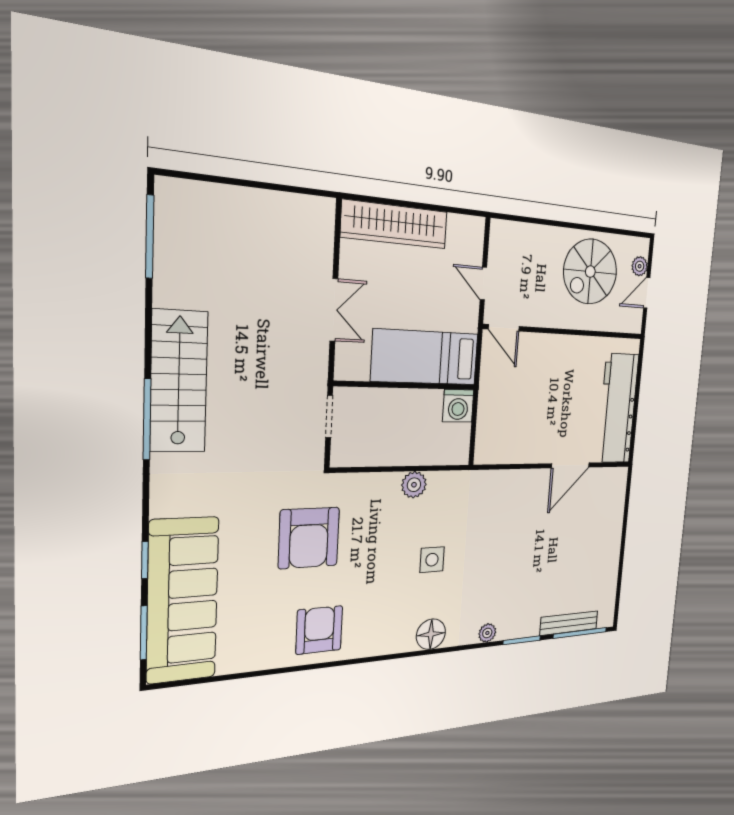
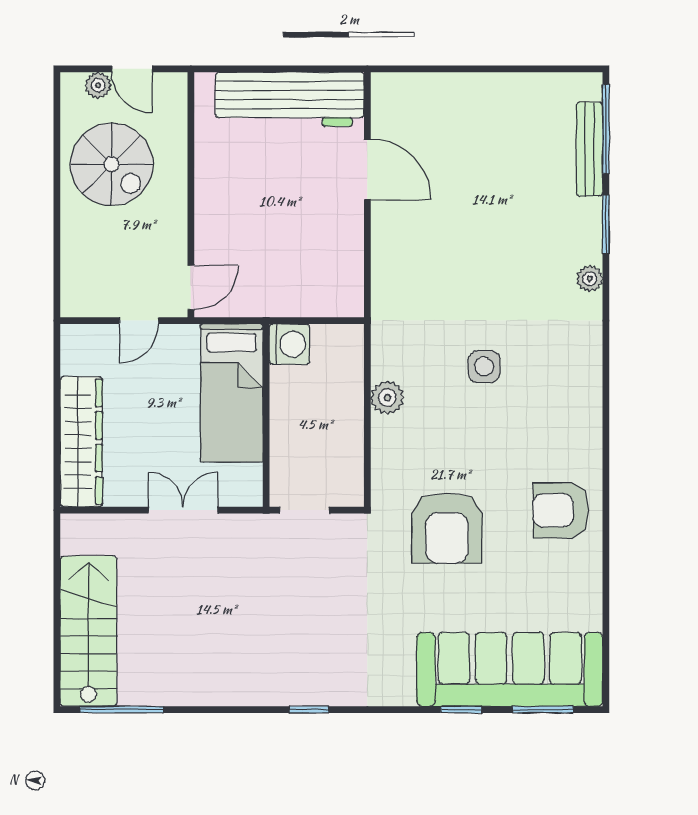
stairs: (179, 382) -> (88, 631), moved, turned 90
window: (147, 419) -> (309, 710), width x0.46
armchair: (309, 538) -> (447, 528), turned 90
floor lamp: (431, 634) -> (582, 361), removed

